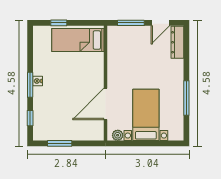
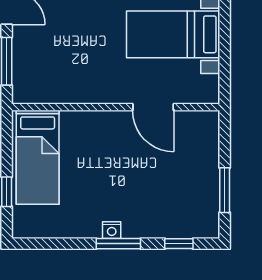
door: (106, 104) -> (153, 107), width x0.73
plant: (118, 135) -> (210, 85), removed

